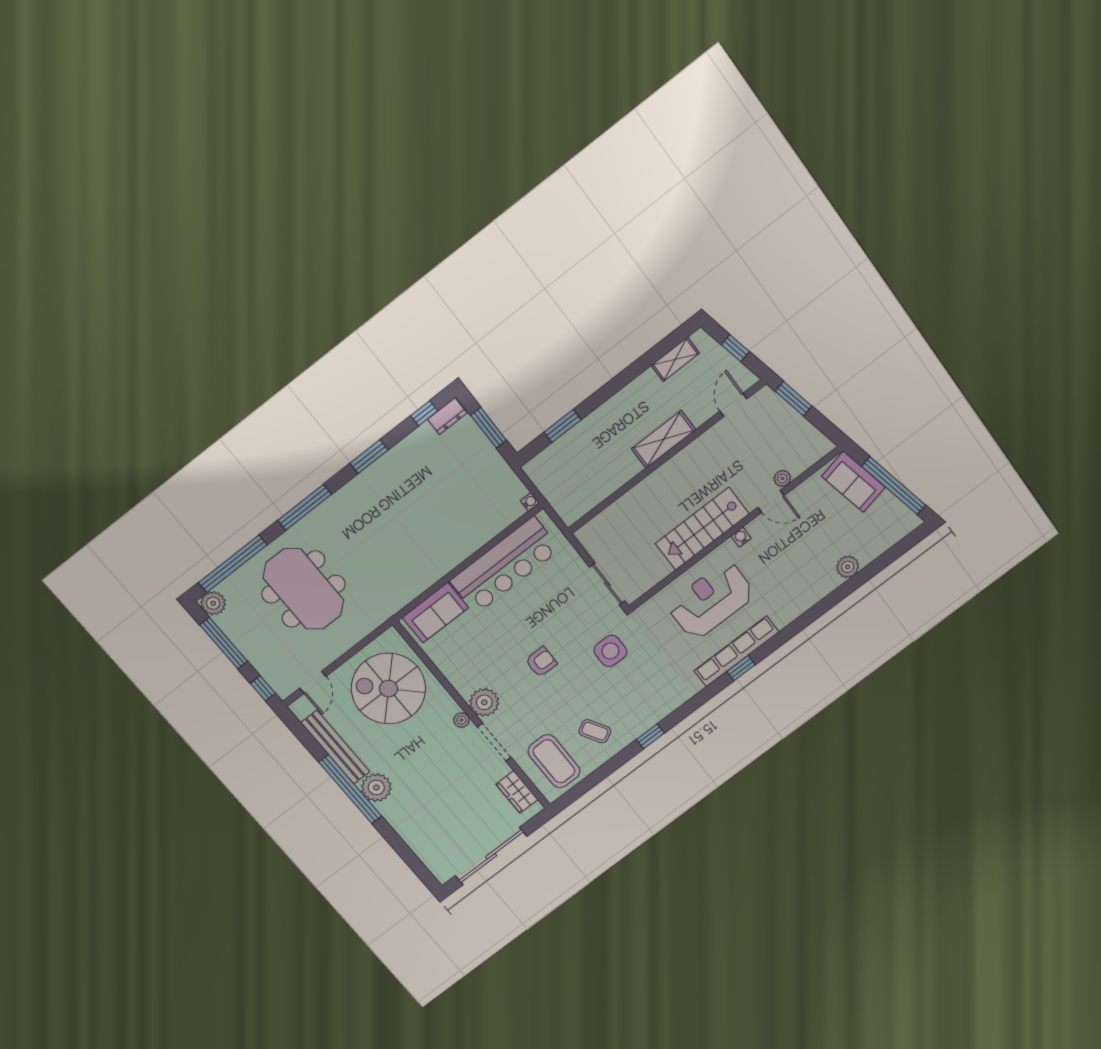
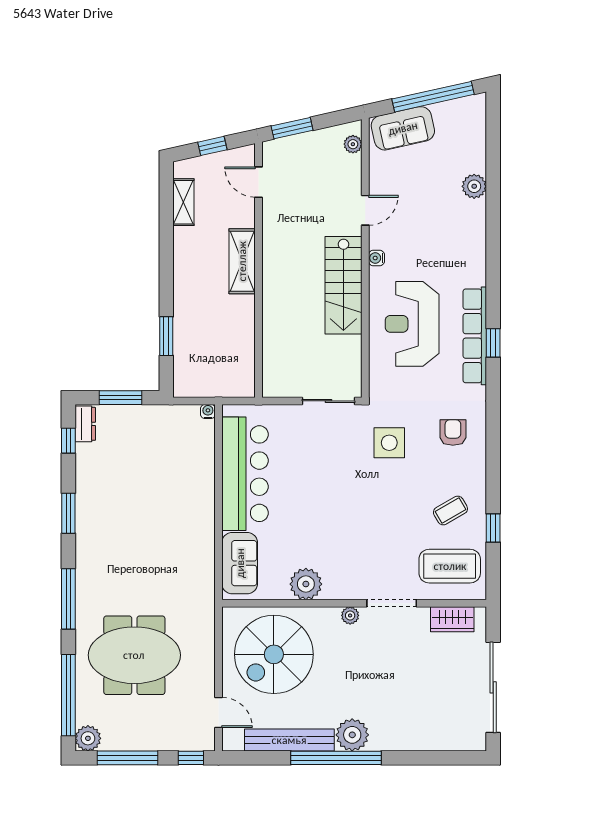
plant: (782, 478) -> (353, 144), moved
armchair: (541, 662) -> (453, 433), moved
plant: (484, 702) -> (306, 584), moved
window: (650, 736) -> (493, 528), moved

